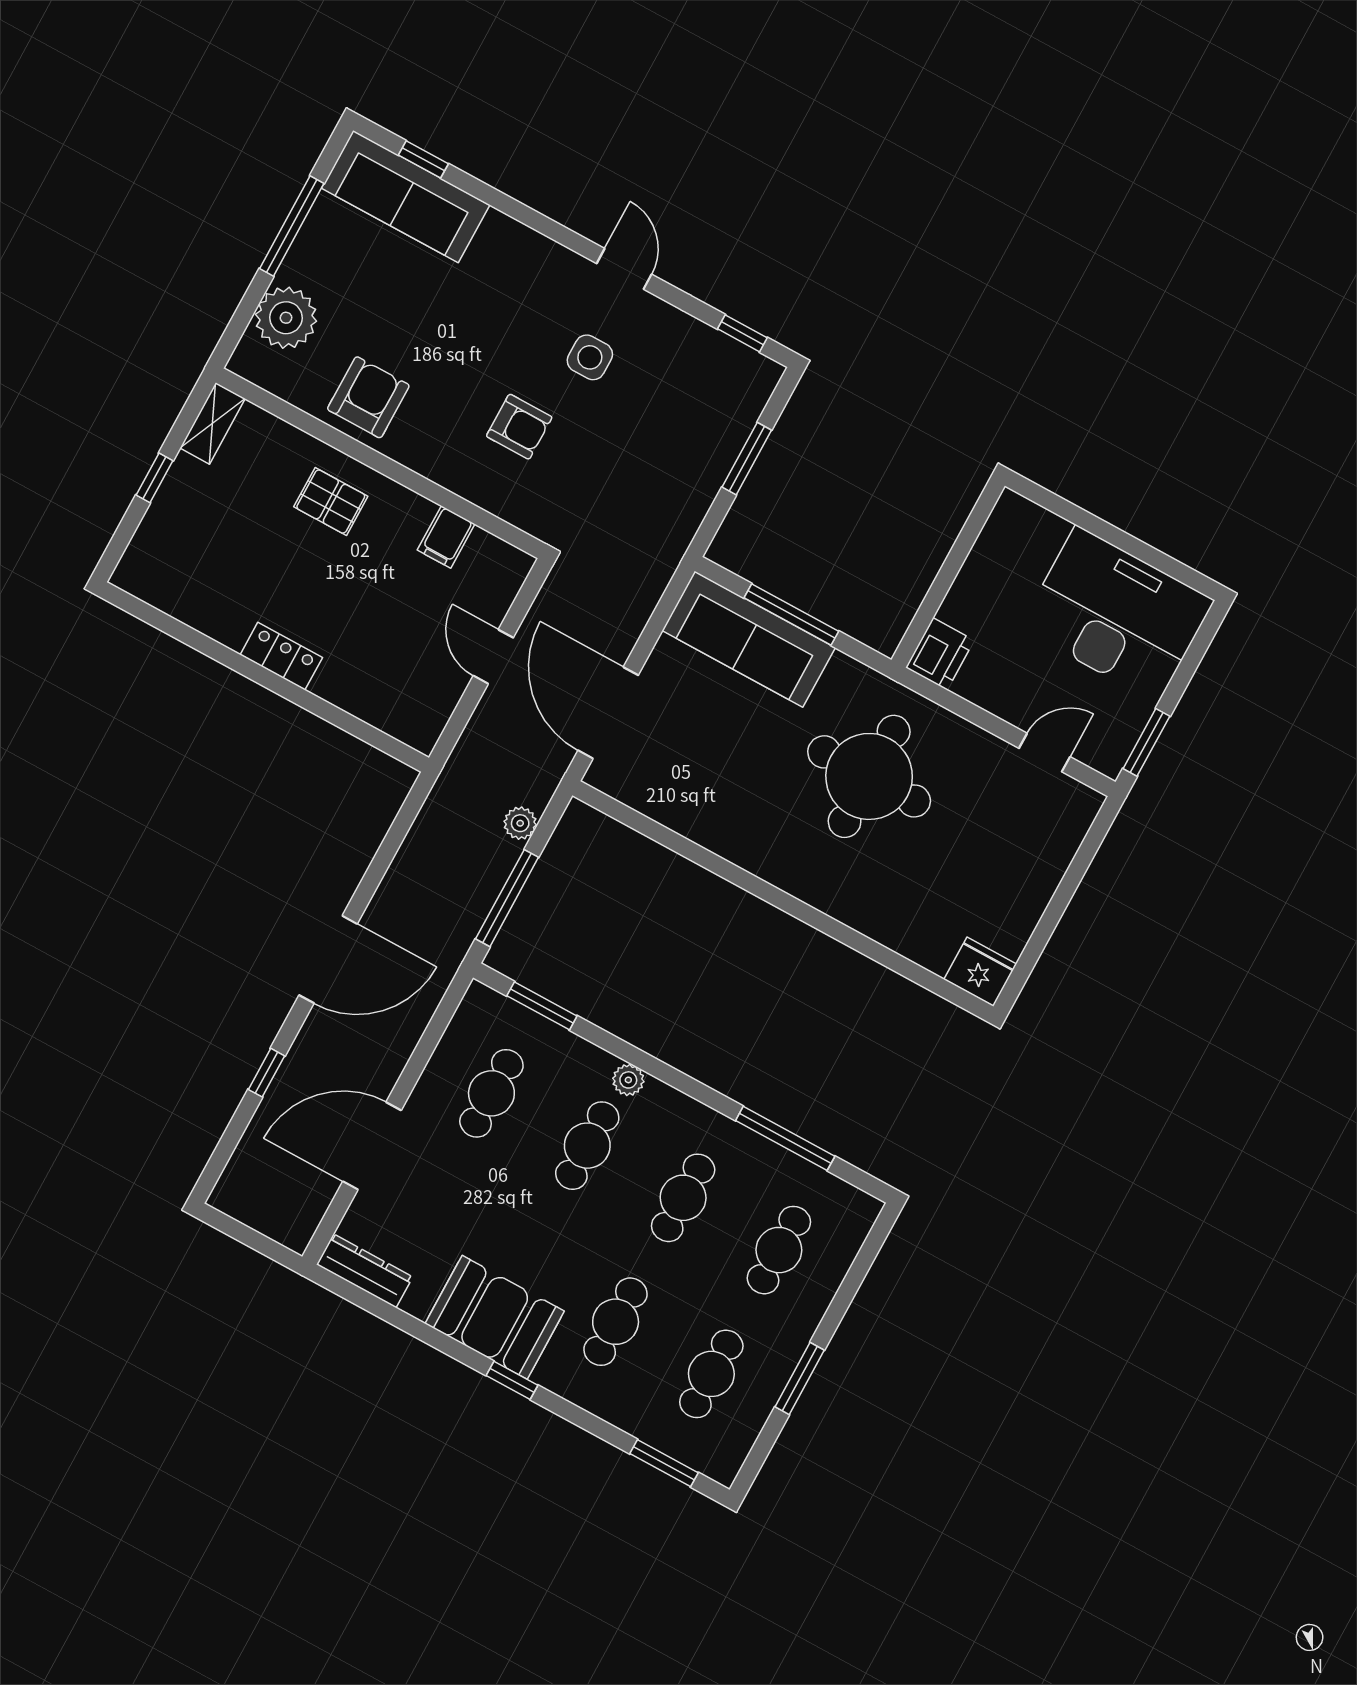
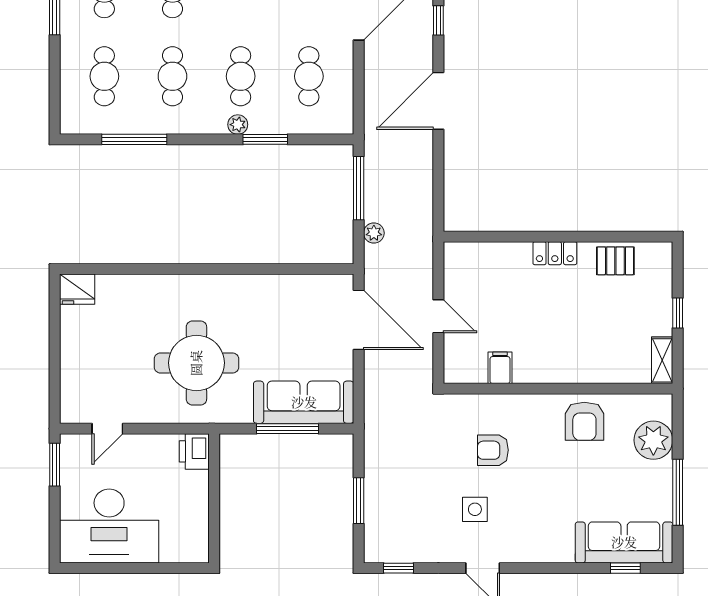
pallet: (331, 502) -> (615, 261), moved
window: (542, 1006) -> (265, 139), moved

